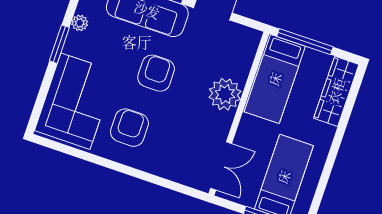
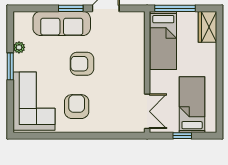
armchair: (156, 73) -> (82, 64), turned -90
wardrobe: (336, 91) -> (208, 27), width x0.67
plant: (225, 94) -> (133, 62), removed

